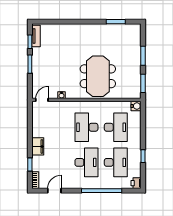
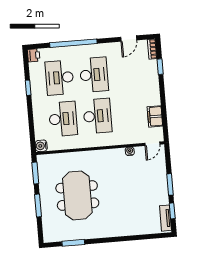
meeting table: (98, 76) -> (77, 195), moved
desk: (116, 127) -> (63, 119), turned 180
filing cabinet: (38, 146) -> (155, 116), moved
desk: (86, 162) -> (94, 75), turned 180

